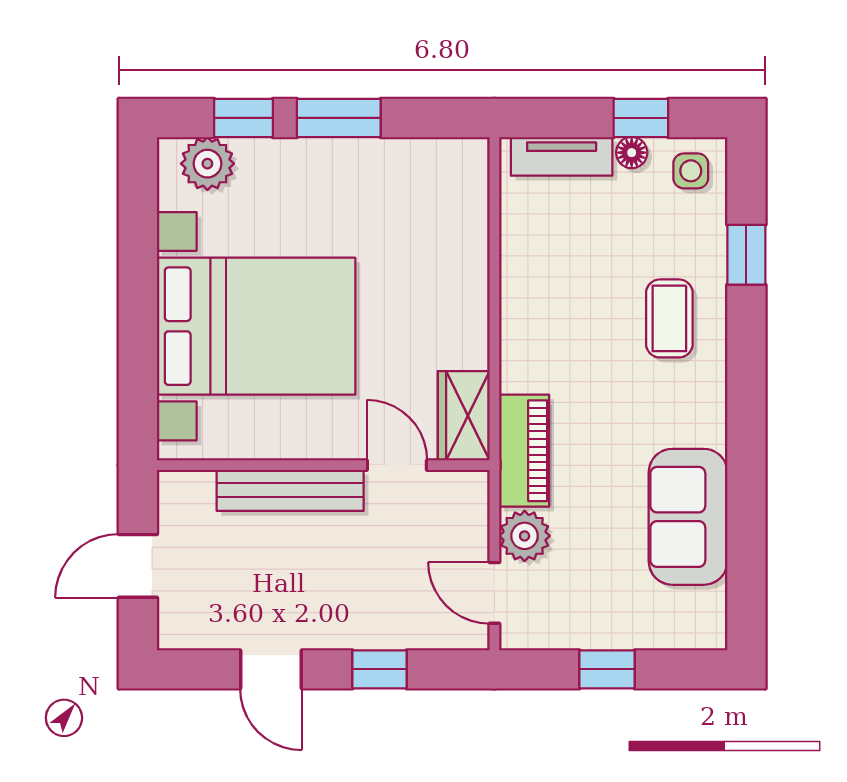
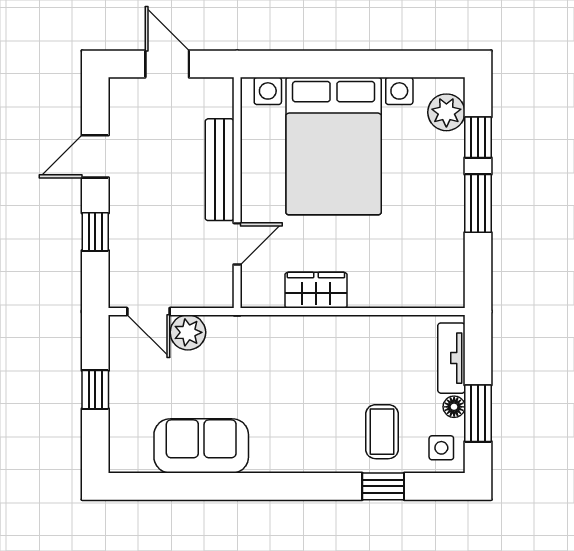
window: (641, 118) -> (478, 413), width x1.50
coffee table: (669, 318) -> (382, 432), moved, turned 90
wardrobe: (464, 416) -> (316, 290), moved
piano: (524, 451) -> (247, 332), removed
door: (494, 593) -> (148, 311), swing flipped

